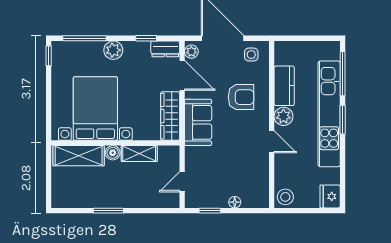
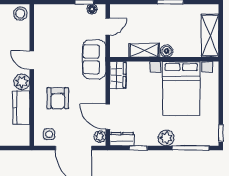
armchair: (241, 97) -> (58, 98), turned -90
wardrobe: (170, 116) -> (118, 75), width x0.67
sofa: (198, 122) -> (94, 59), moved
shelving: (79, 156) -> (210, 36), moved, turned 90
floor lamp: (235, 202) -> (92, 9), moved

